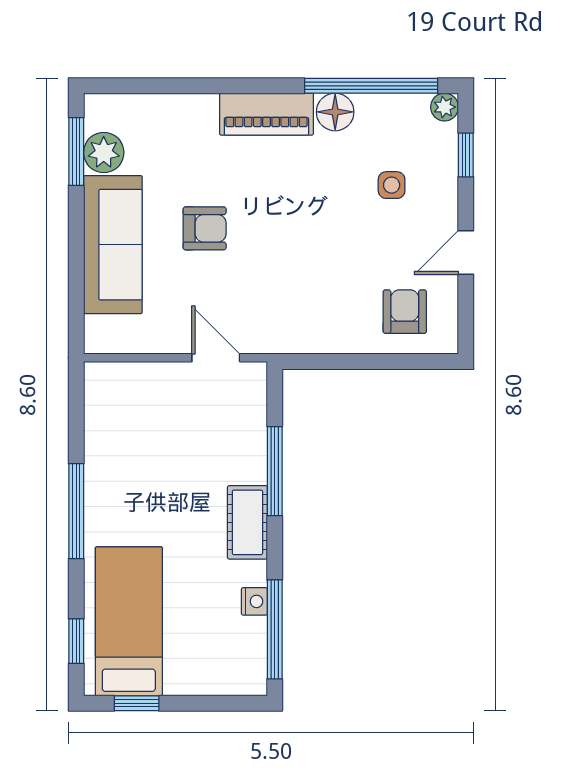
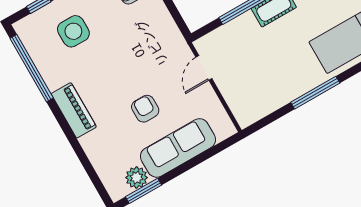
plant: (445, 107) -> (22, 27), removed
floor lamp: (335, 112) -> (54, 78), removed
side table: (392, 185) -> (73, 31), width x1.87, depth x1.87

